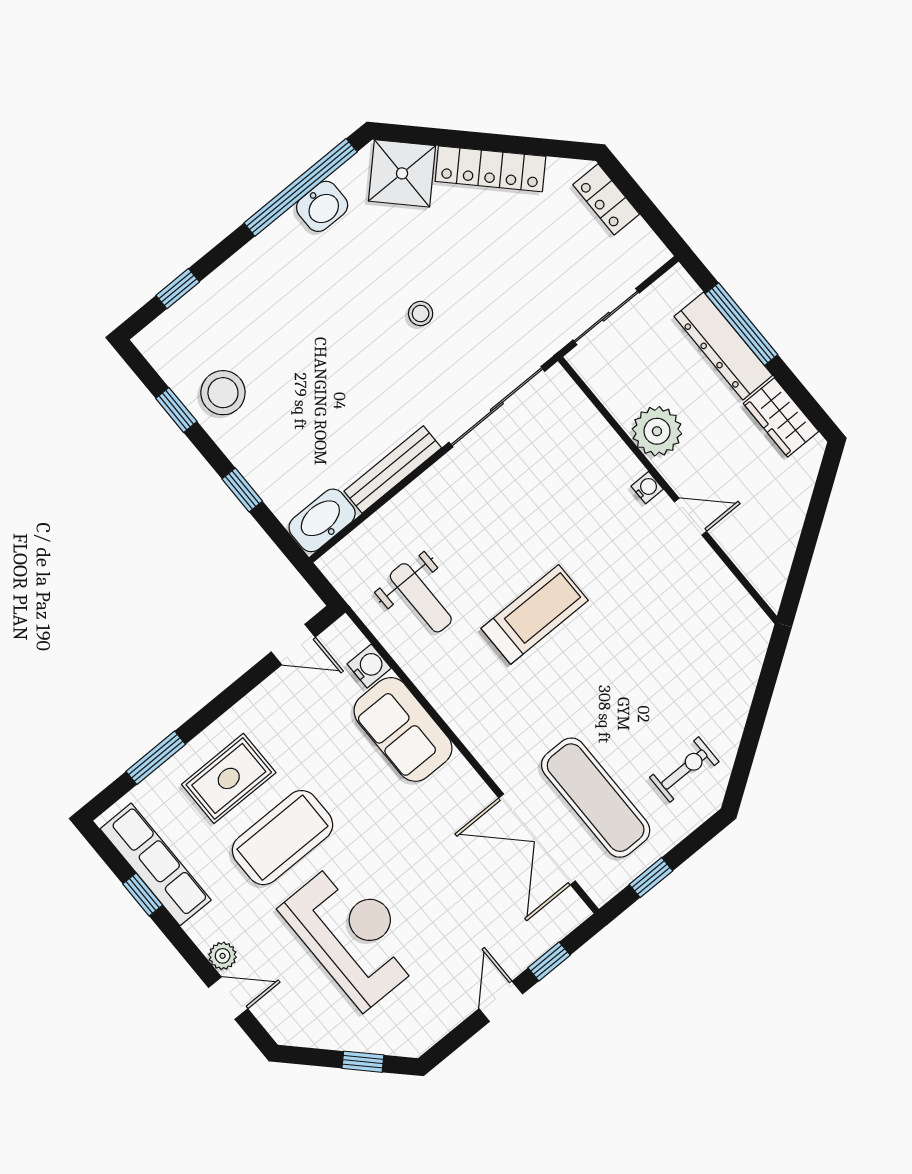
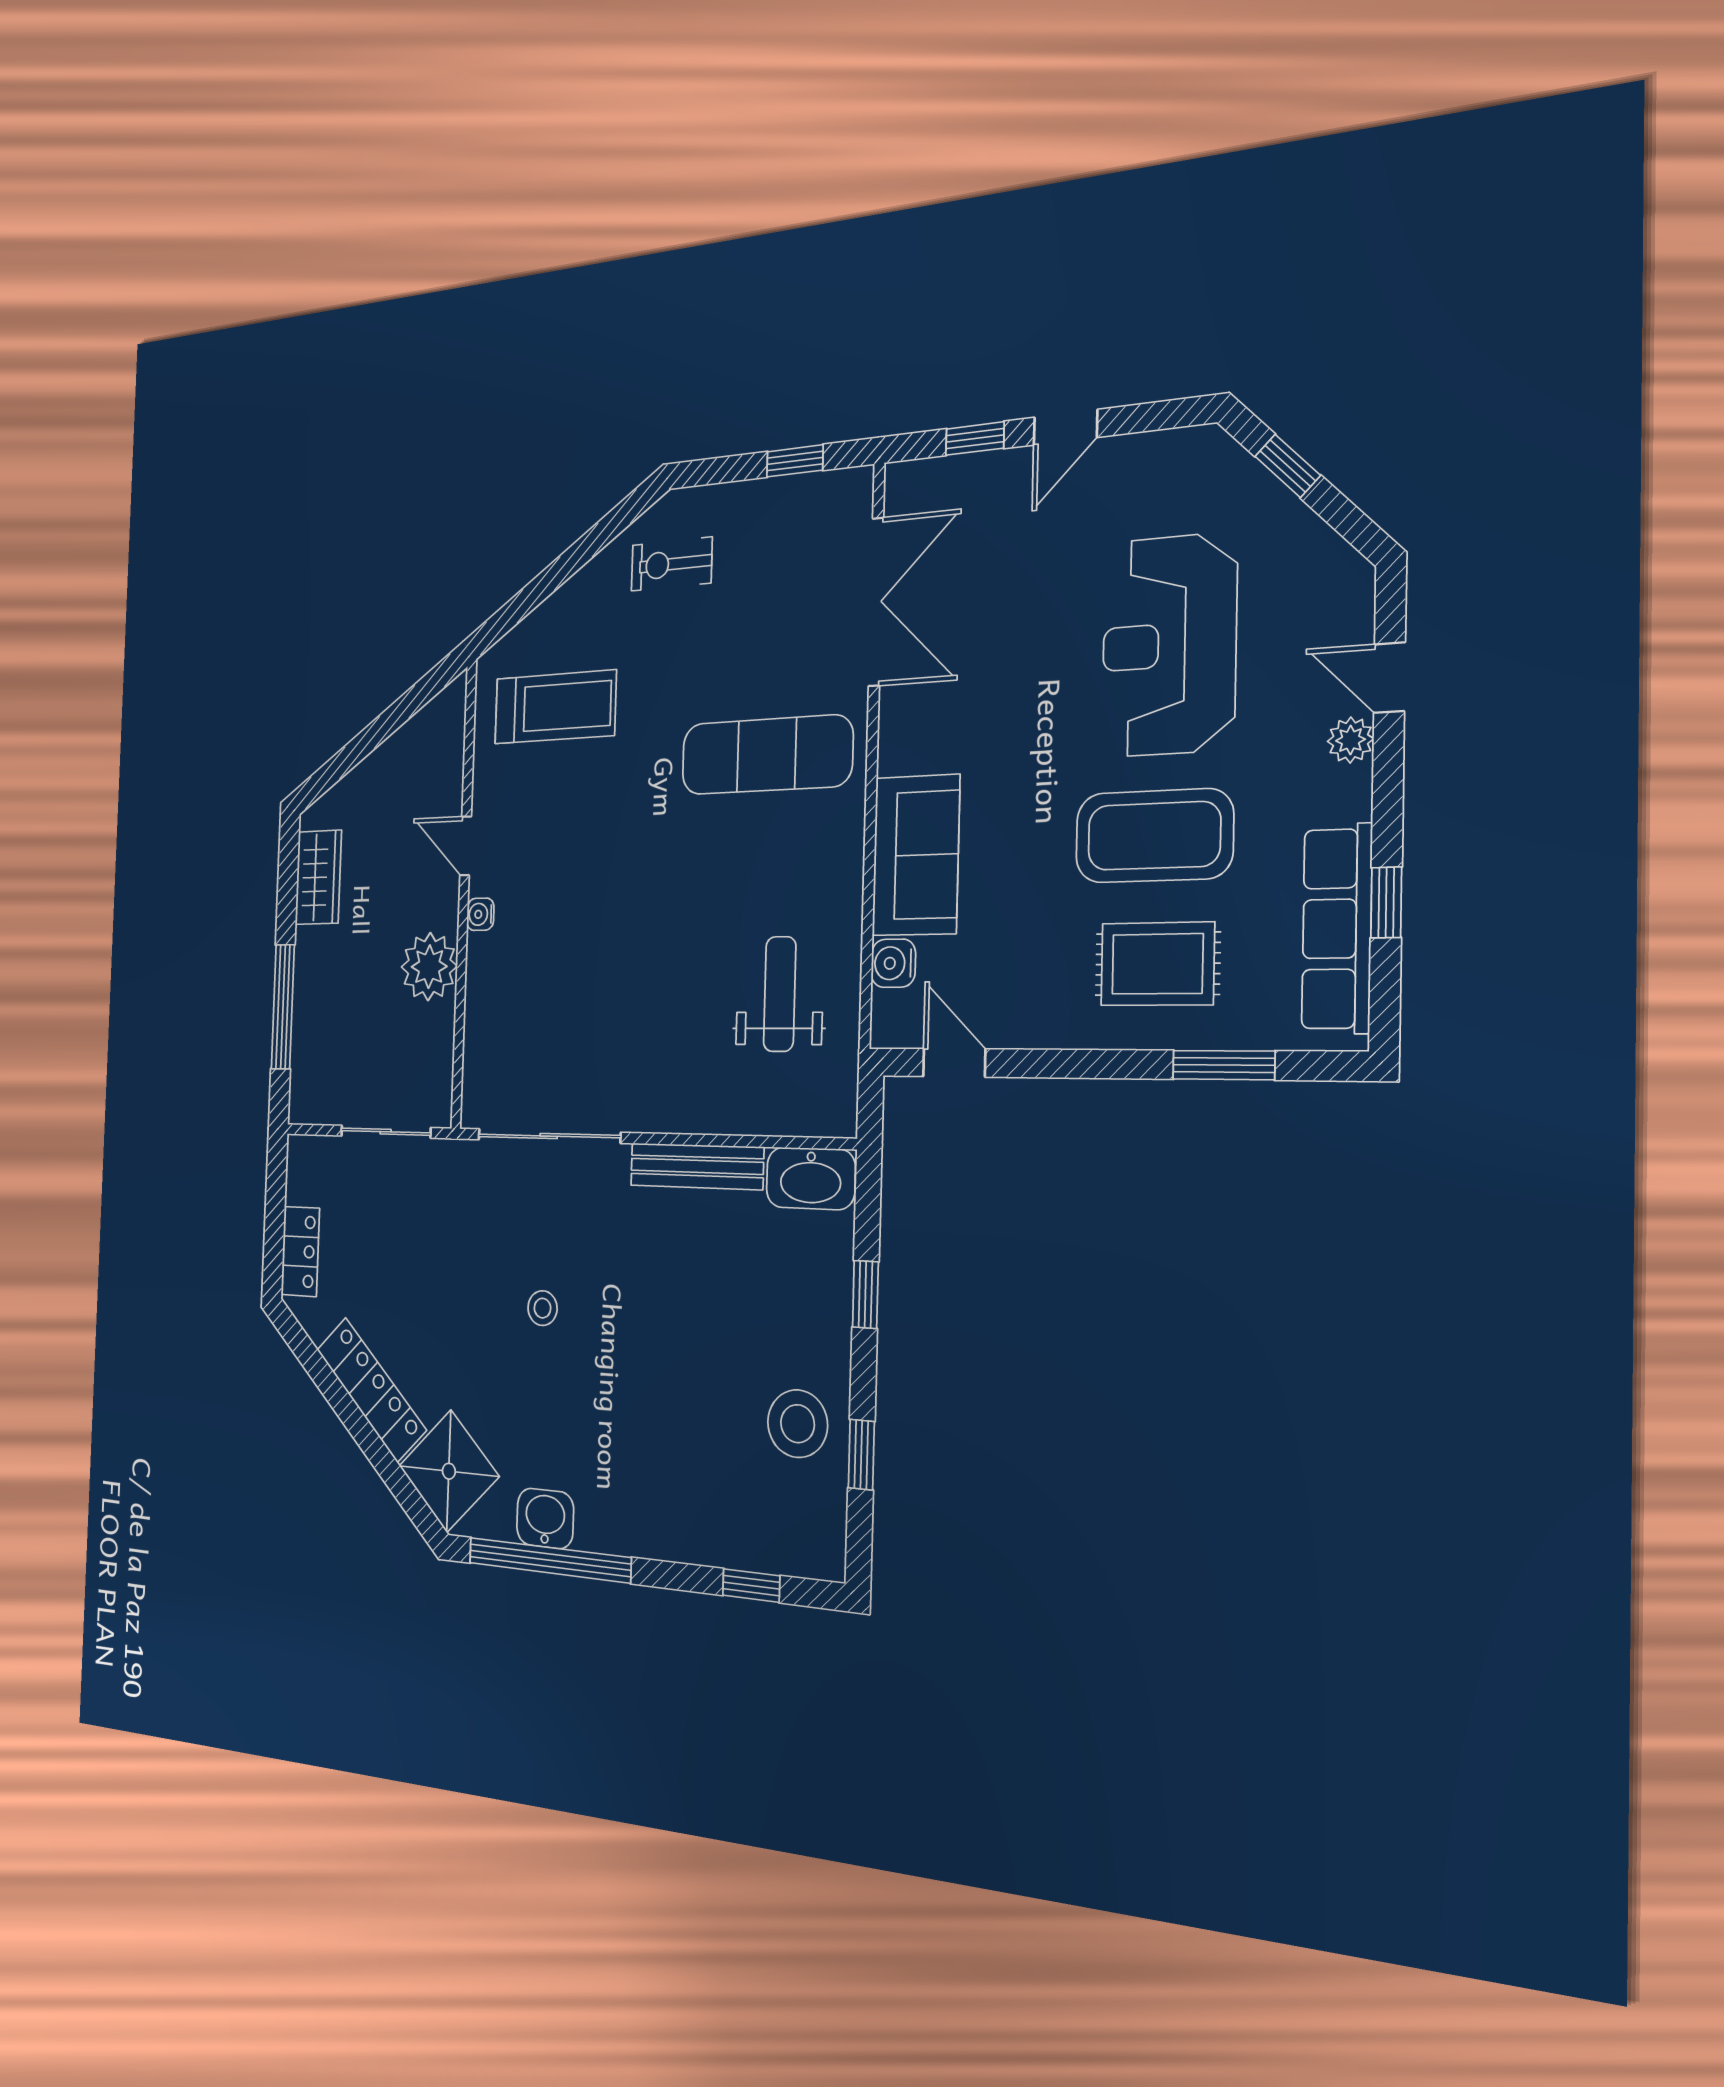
dresser: (723, 346) -> (313, 1000), removed
treadmill: (535, 614) -> (555, 707), moved, turned 180
exercise mat: (596, 798) -> (767, 755), moved, turned 90

